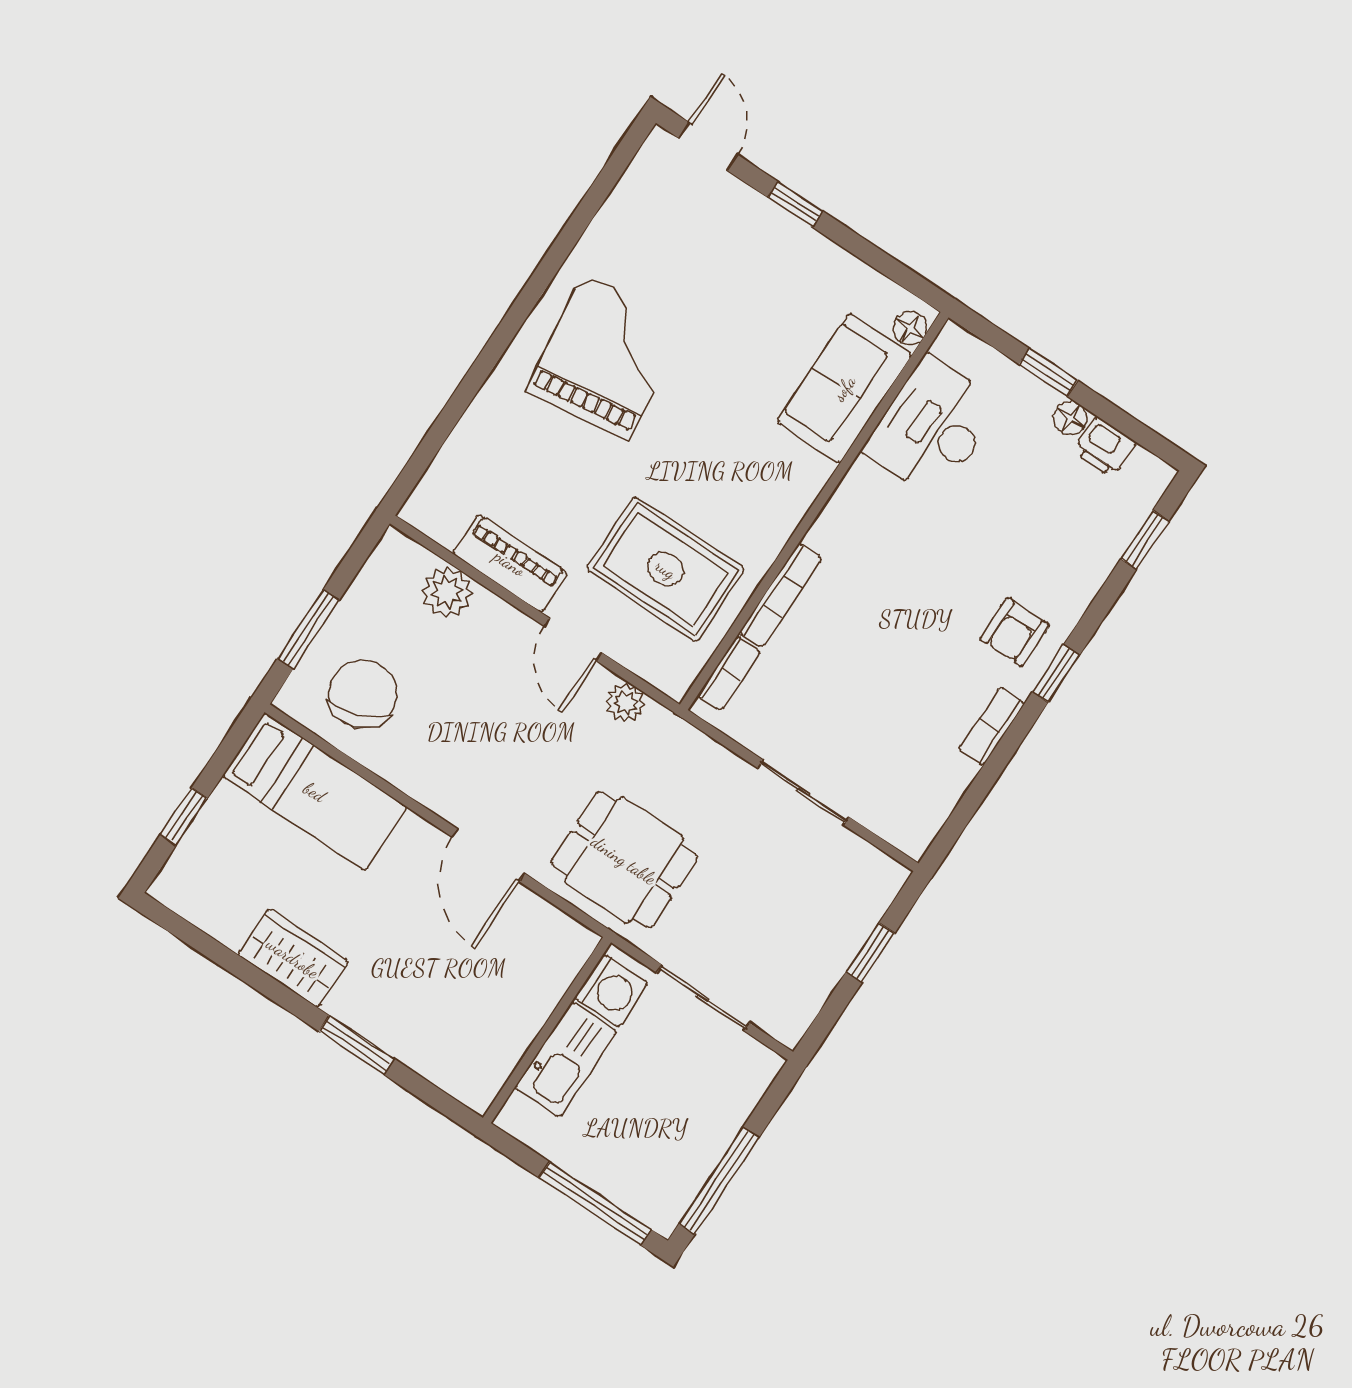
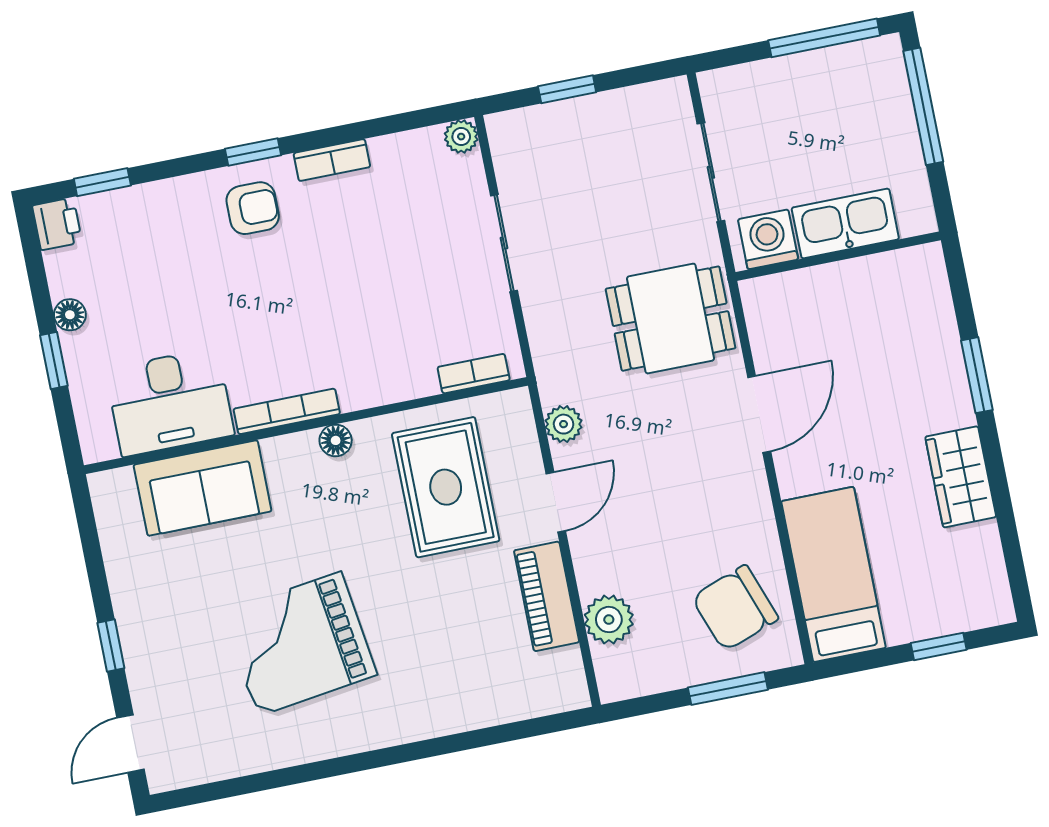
floor lamp: (910, 328) -> (336, 440), moved
grand piano: (606, 357) -> (299, 644), moved
printer: (1104, 447) -> (57, 224), moved
bookcase: (780, 595) -> (287, 411), moved
plant: (914, 839) -> (461, 137), added
dining table: (624, 860) -> (671, 319), turned 90

